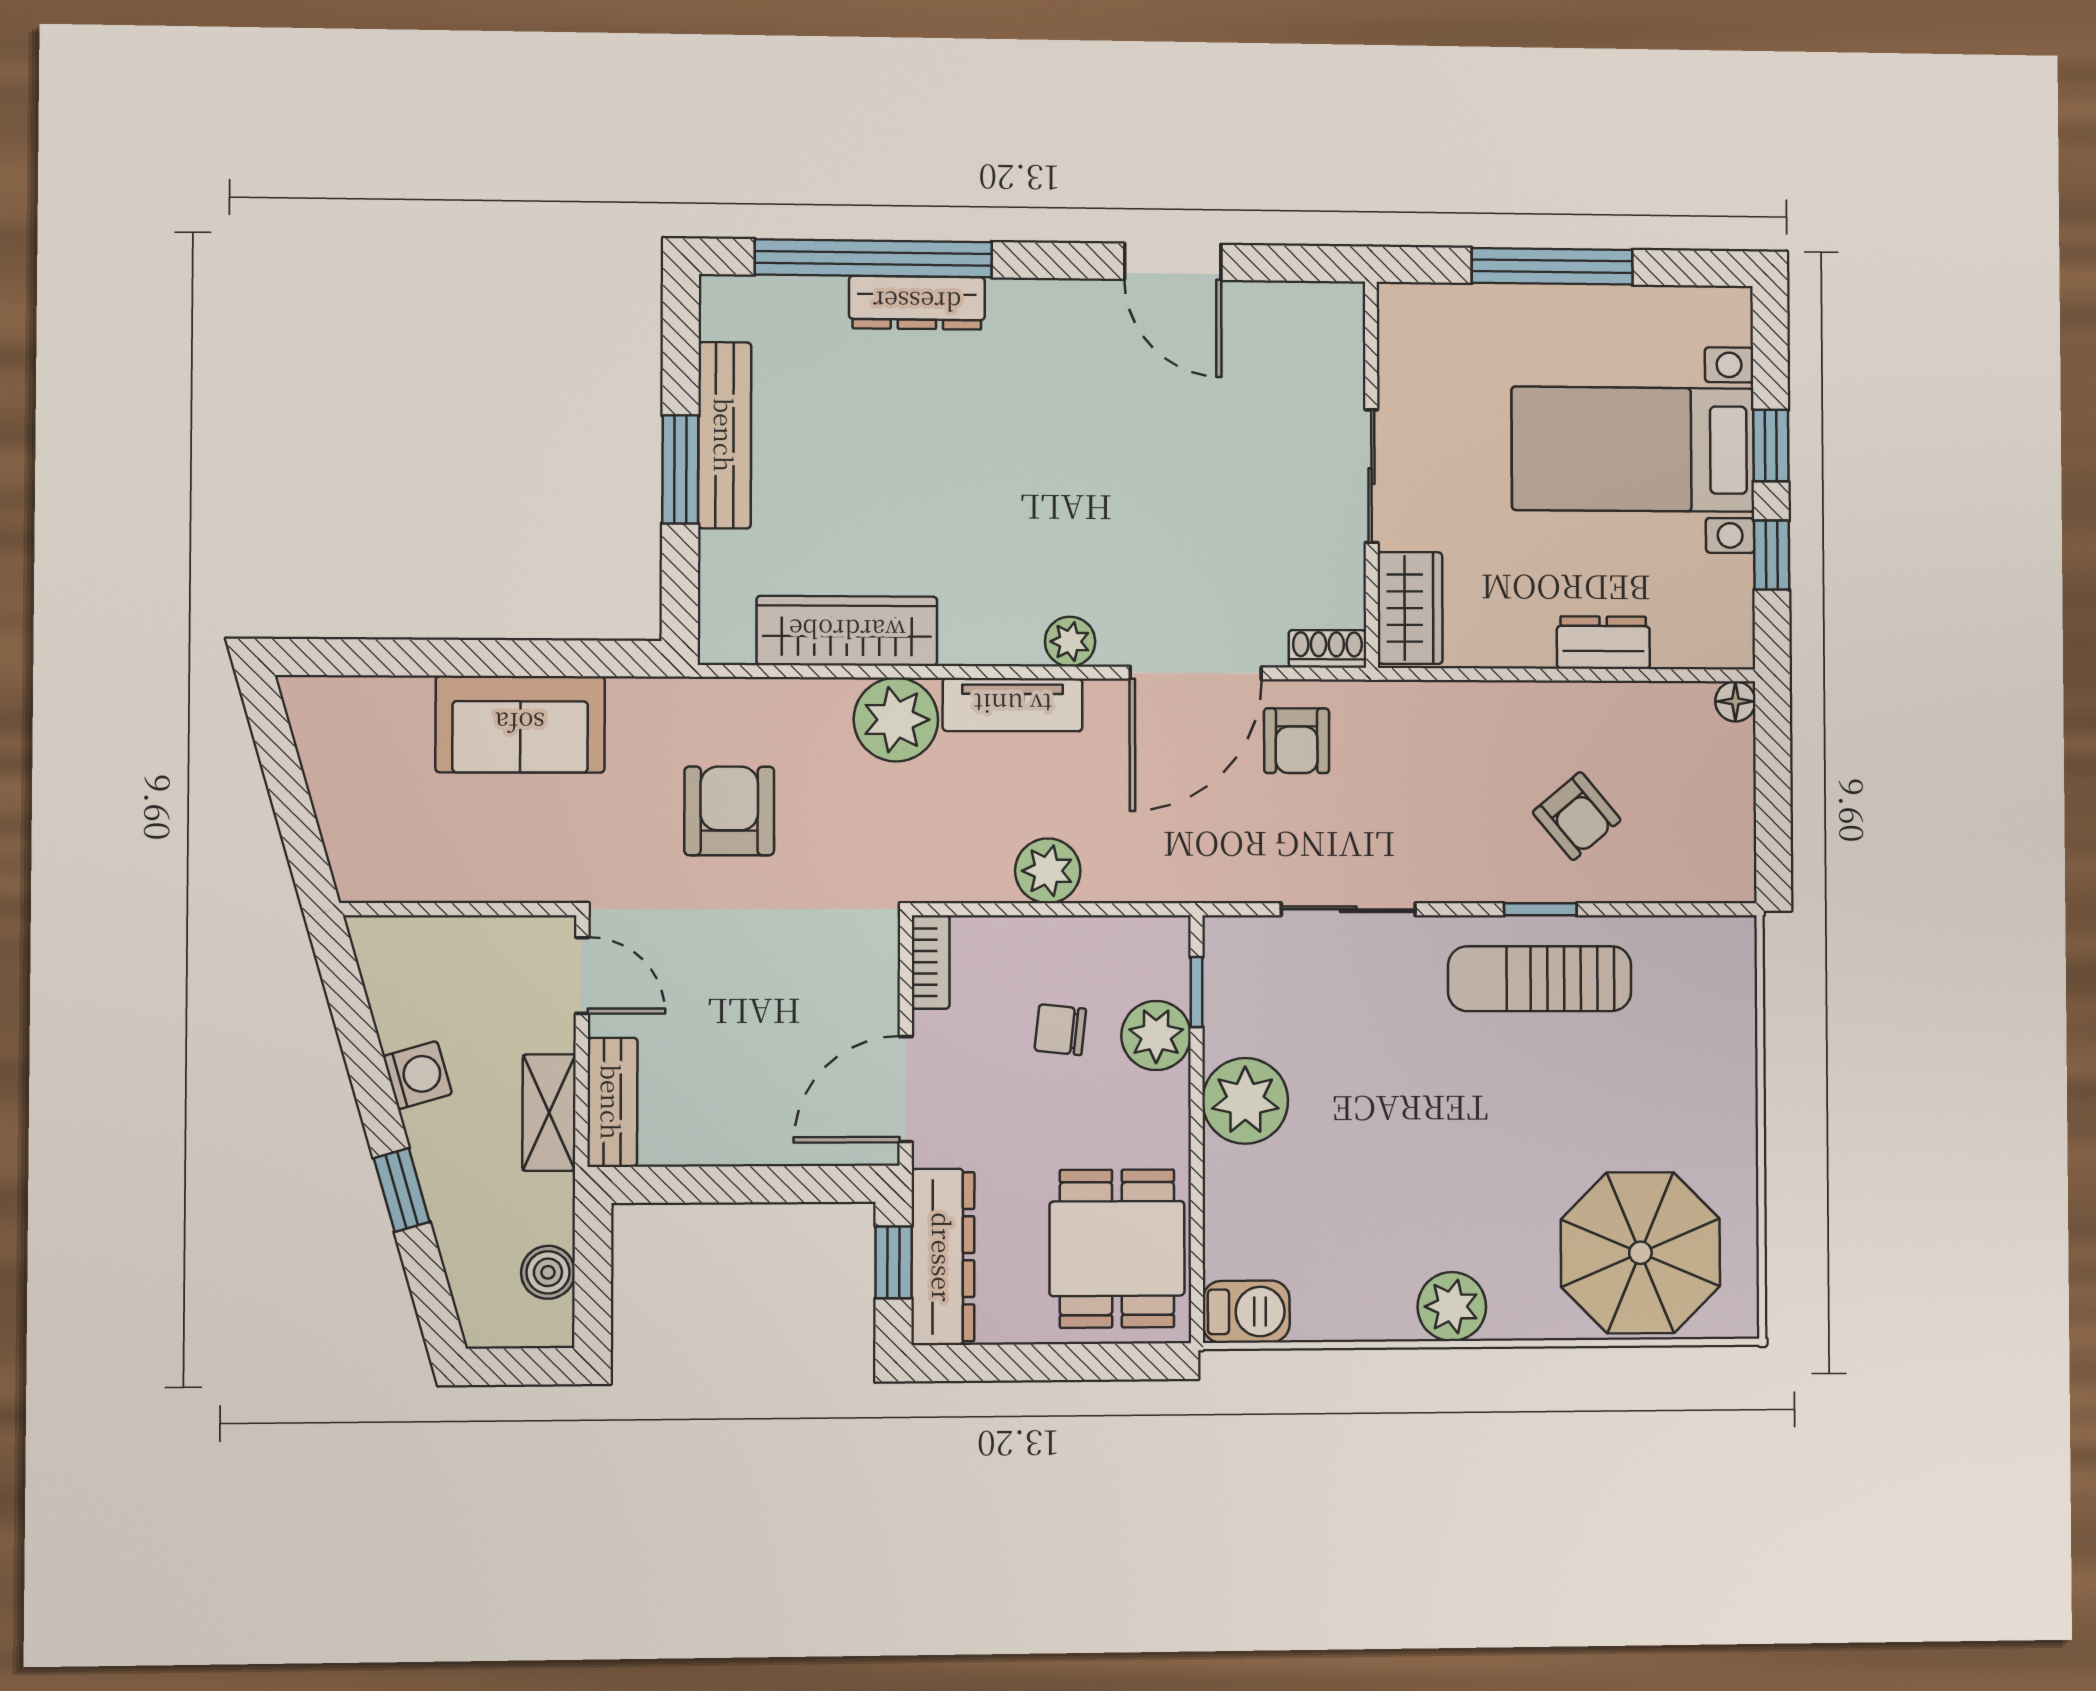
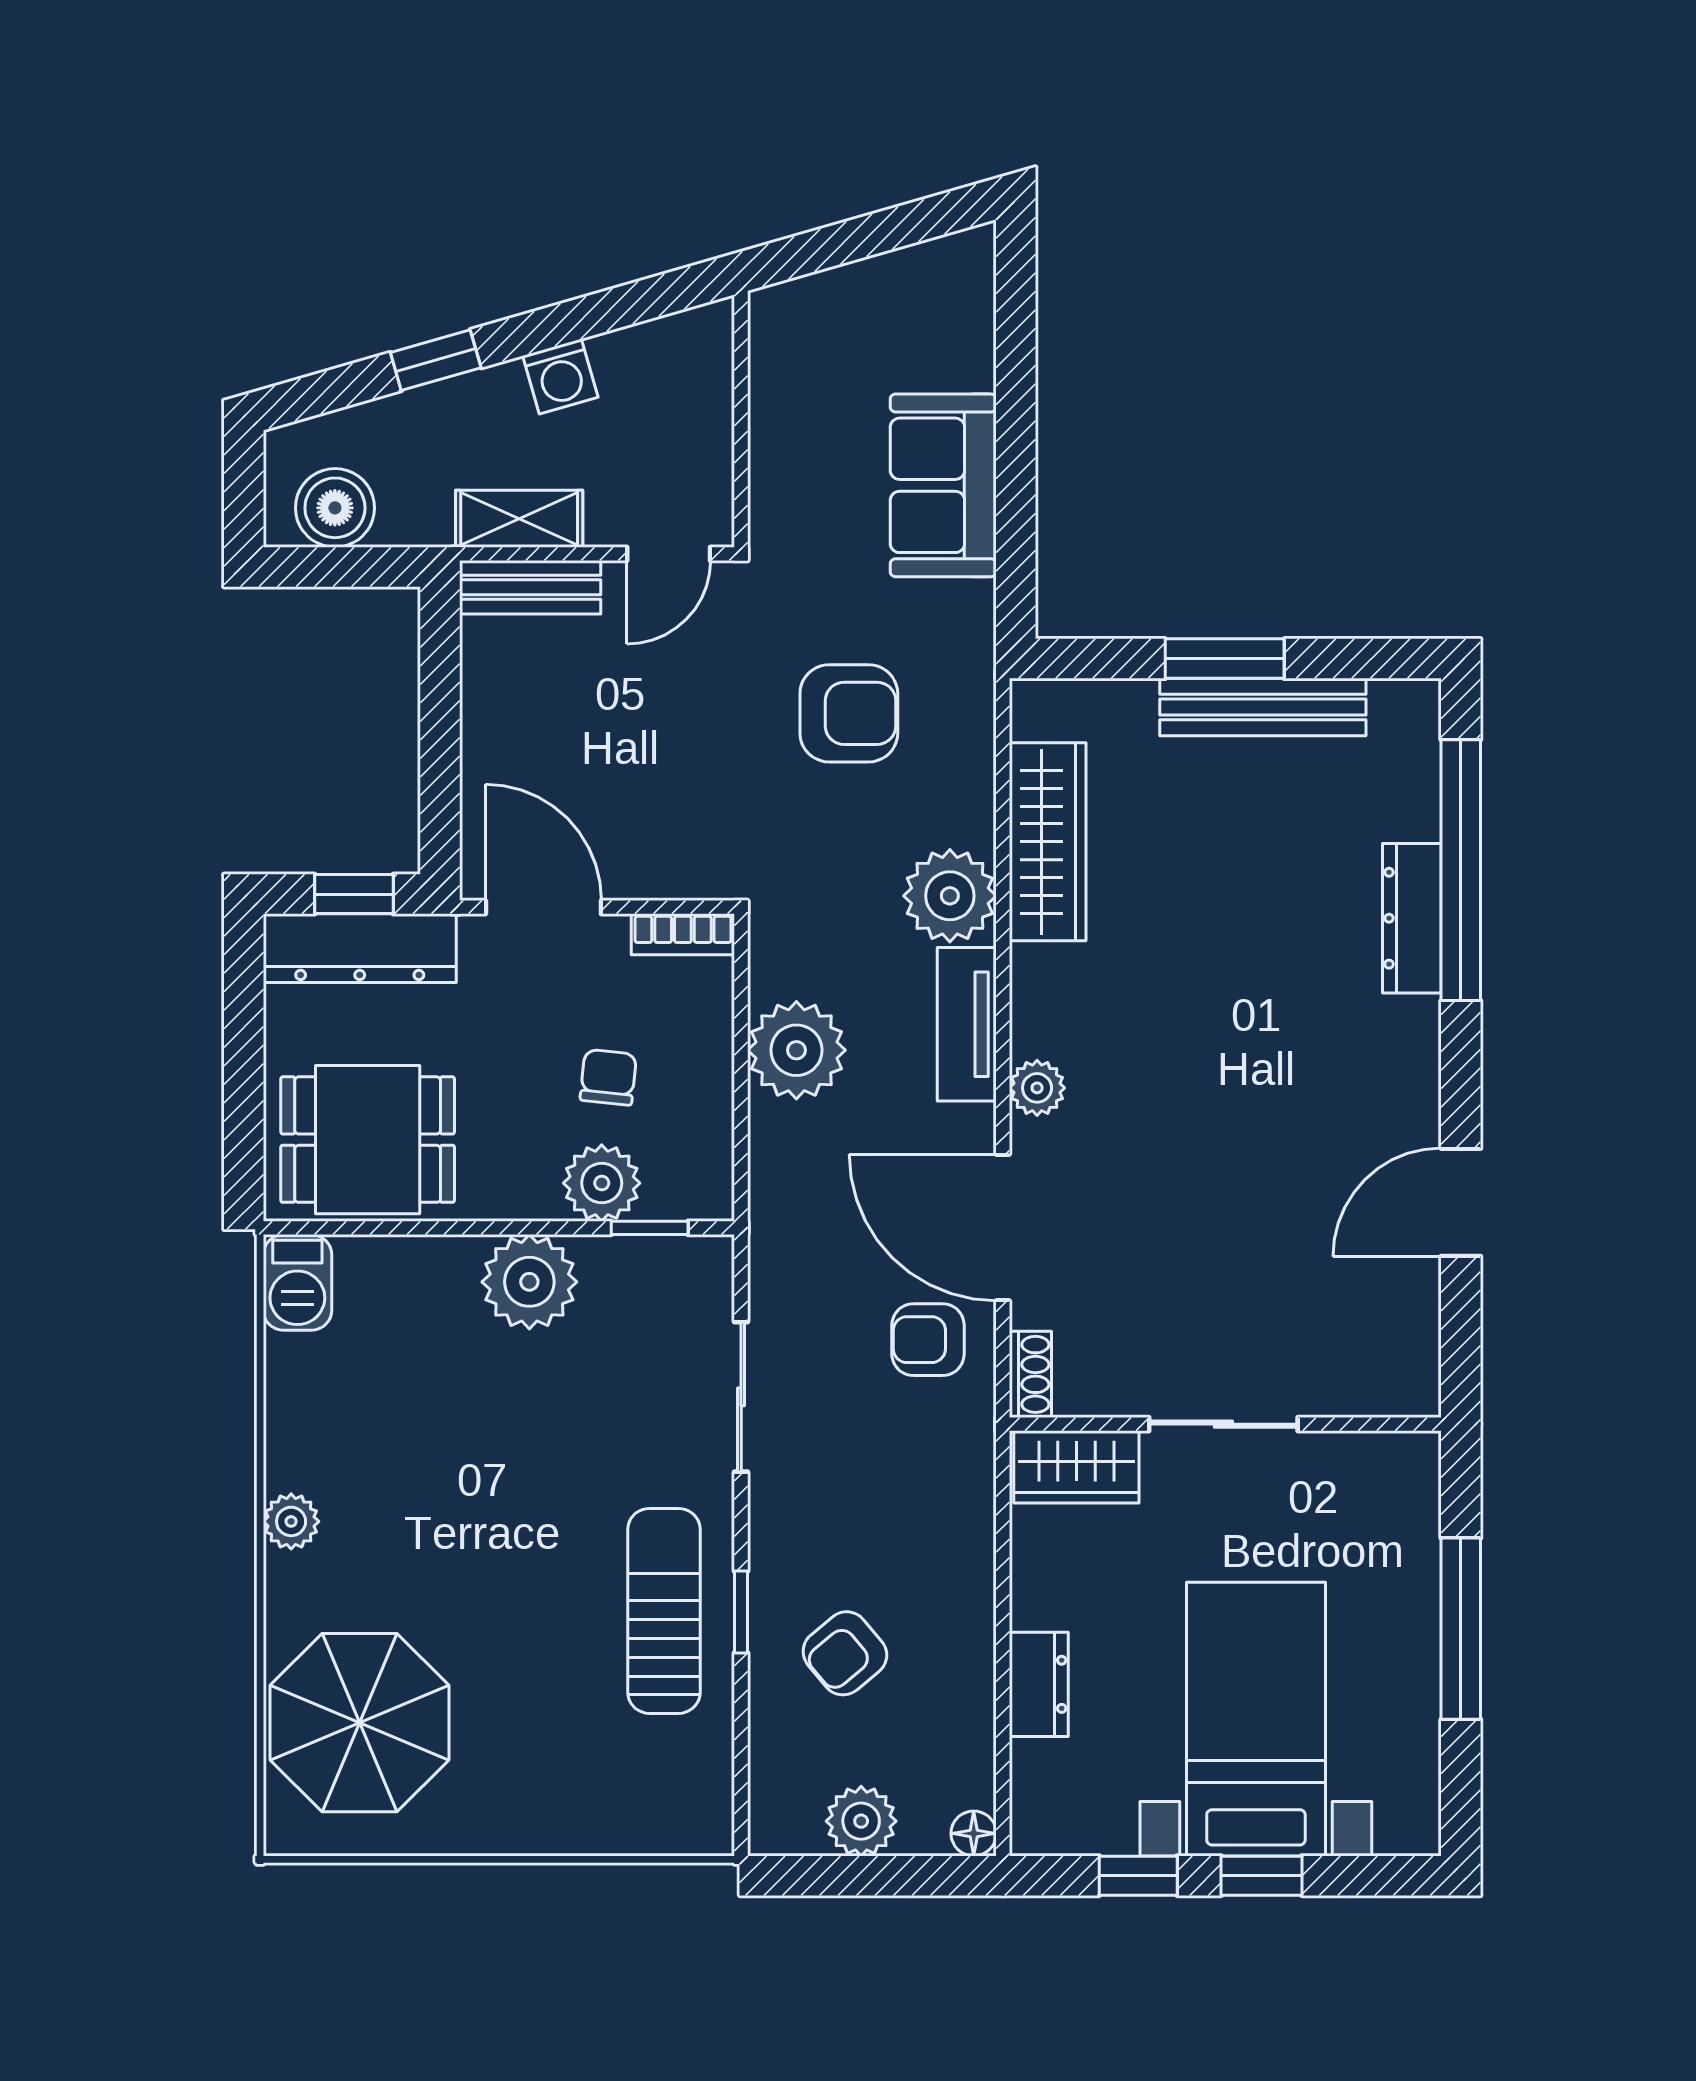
plant: (1725, 802) -> (861, 1821), added
plant: (1048, 871) -> (796, 1050), width x1.36, depth x1.36
boiler: (548, 1272) -> (335, 508), width x1.36, depth x1.36
plant: (1452, 1307) -> (291, 1521), width x0.73, depth x0.73

